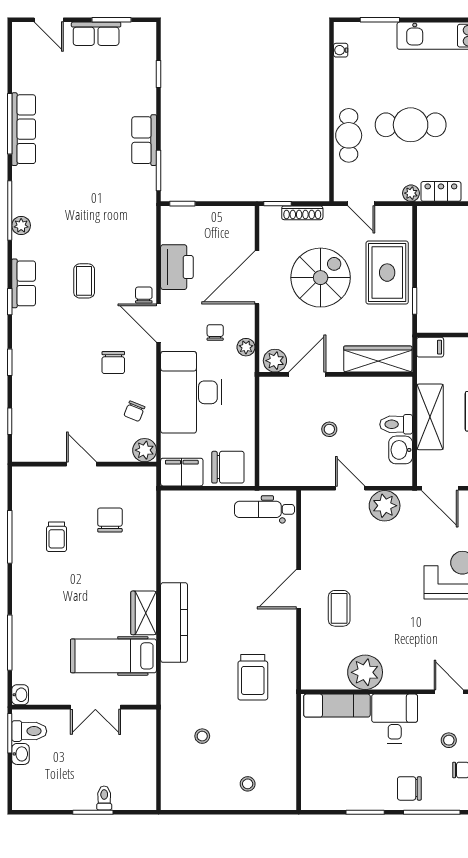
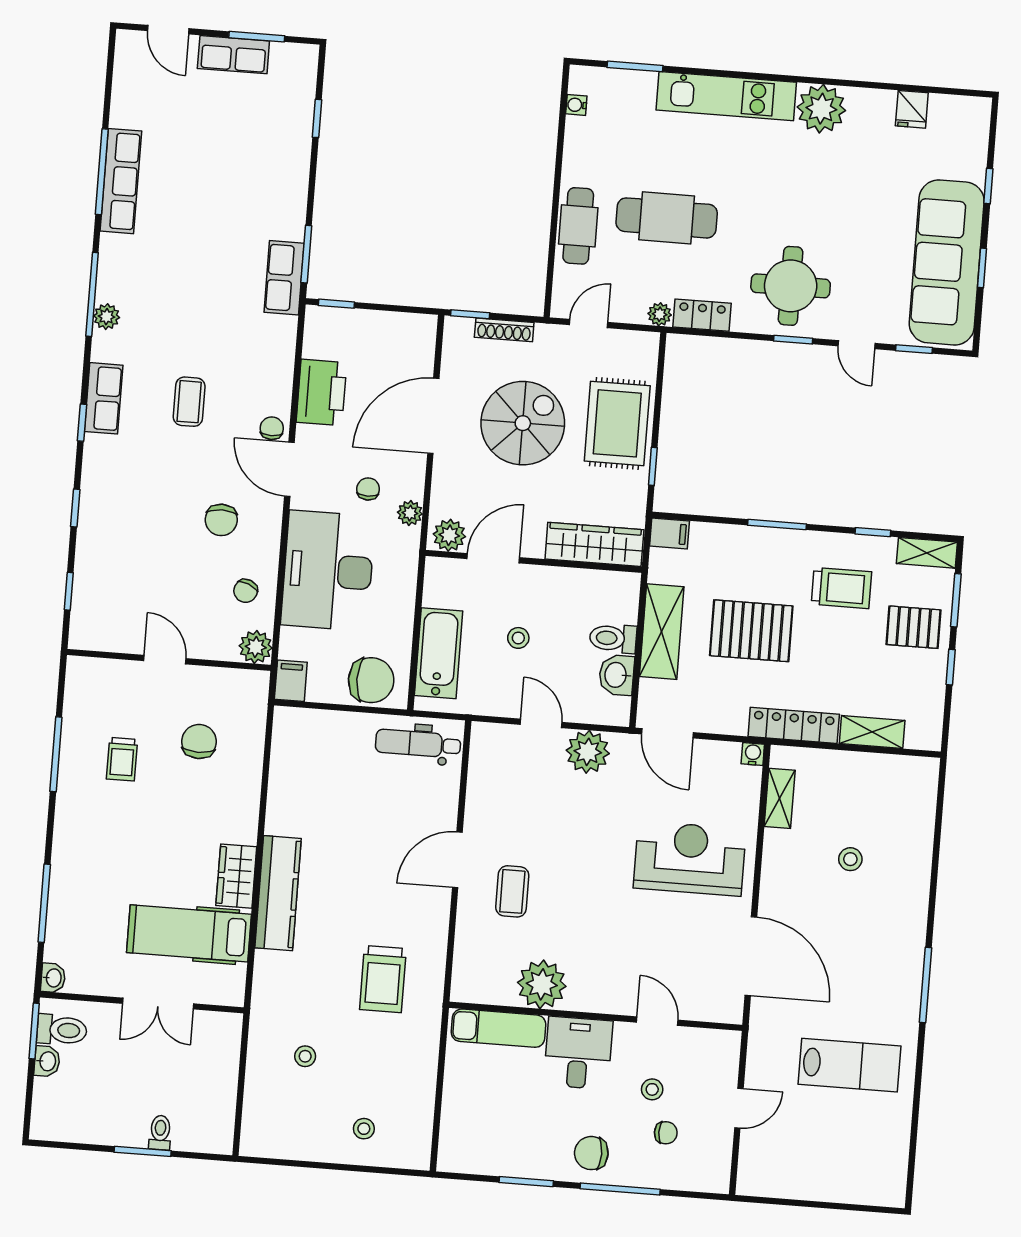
row of seats: (144, 140) -> (284, 278), moved
door: (361, 204) -> (589, 324), swing flipped
bathtub: (274, 444) -> (439, 653), added
filing cabinet: (182, 472) -> (291, 681), width x0.50

